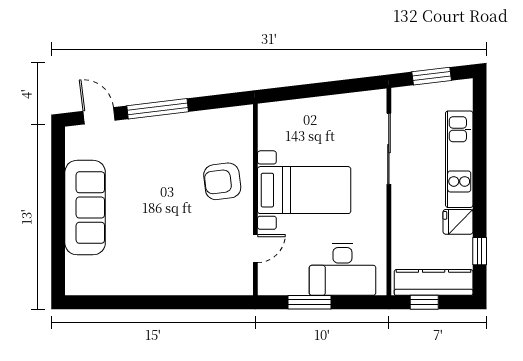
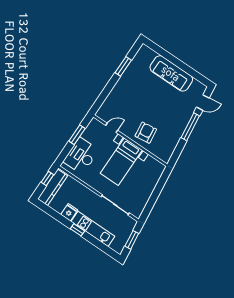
door: (255, 248) -> (112, 128), swing flipped
window: (480, 251) -> (77, 230), moved
window: (131, 302) -> (123, 66), added

